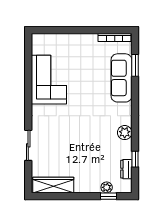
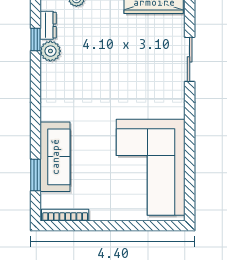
corner sofa: (49, 80) -> (151, 167), width x1.36, depth x1.36
plant: (125, 133) -> (50, 51), moved

